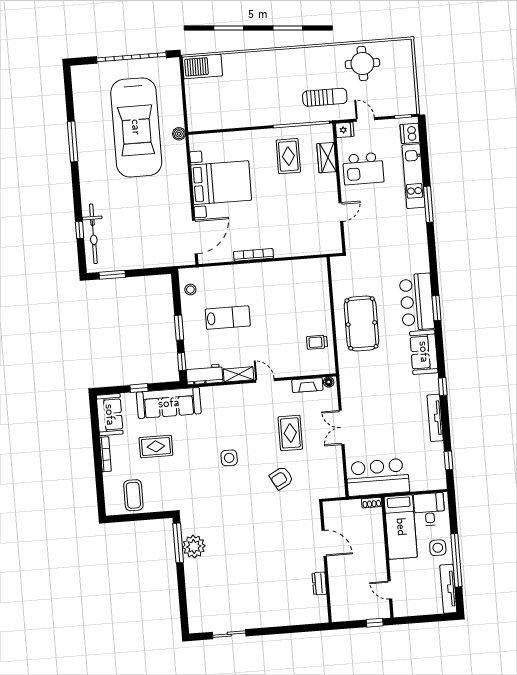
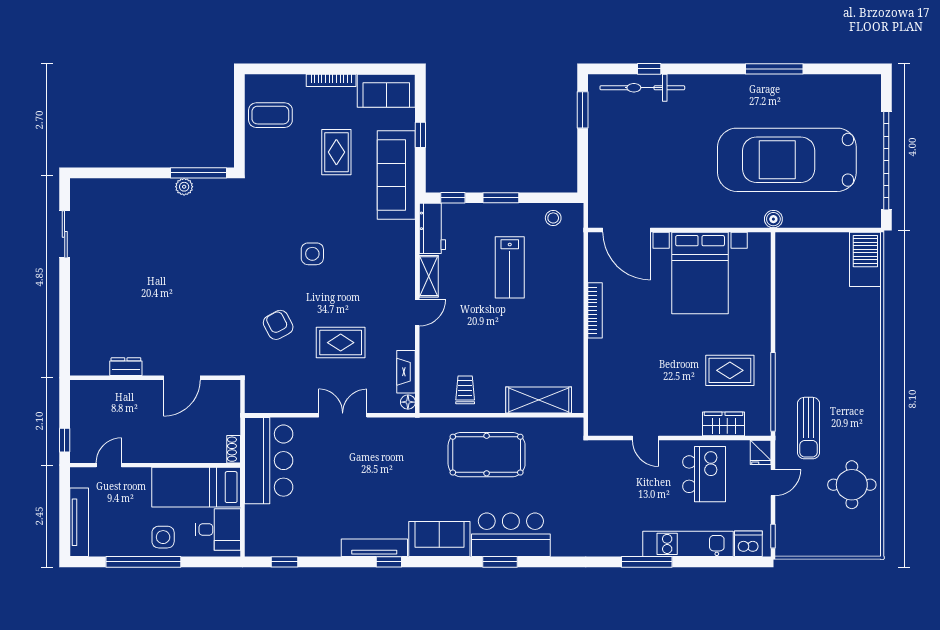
kitchen island: (363, 169) -> (704, 474), turned 180
shelving: (320, 290) -> (539, 400), added
tv unit: (435, 418) -> (374, 548), moved
plant: (194, 546) -> (184, 187), width x0.53, depth x0.53
tv unit: (448, 589) -> (79, 522), moved, turned 90

